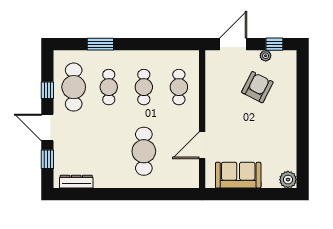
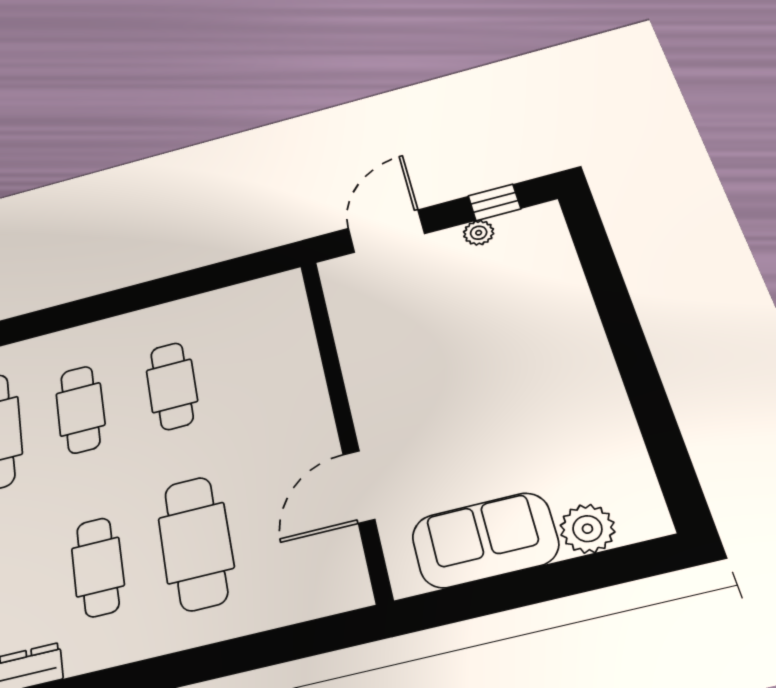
window: (100, 44) -> (49, 320), removed
cafe table: (179, 87) -> (98, 567), moved
armchair: (257, 87) -> (477, 307), removed
plant: (288, 180) -> (587, 529), moved

